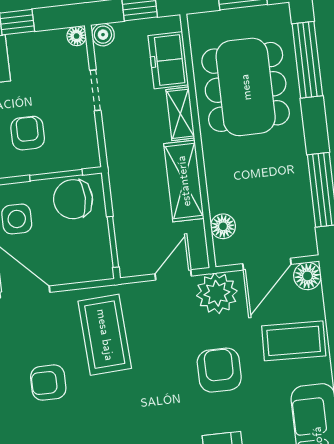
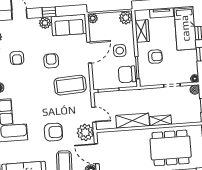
freezer: (168, 60) -> (183, 116), removed
chair: (73, 199) -> (127, 74), turned -90
floor lamp: (223, 226) -> (113, 136), removed

